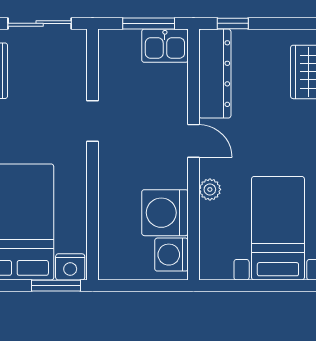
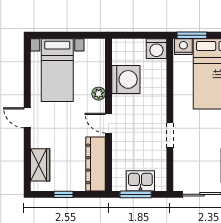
window: (233, 23) -> (64, 194), moved
kitchen sink: (165, 46) -> (140, 181), moved
washing machine: (171, 255) -> (156, 49), moved, turned 90

